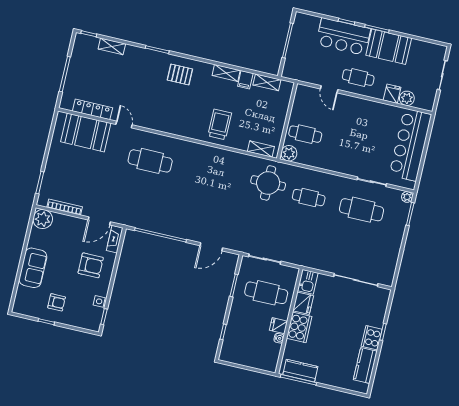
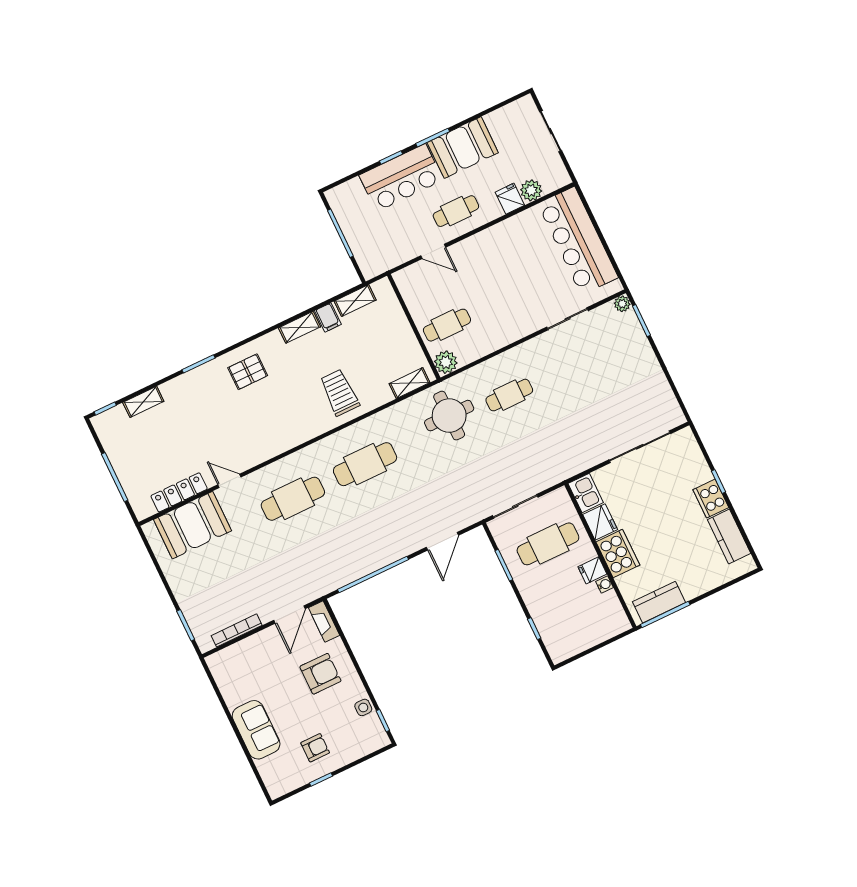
cafe table: (361, 210) -> (365, 464), moved
plant: (43, 219) -> (223, 665), removed

